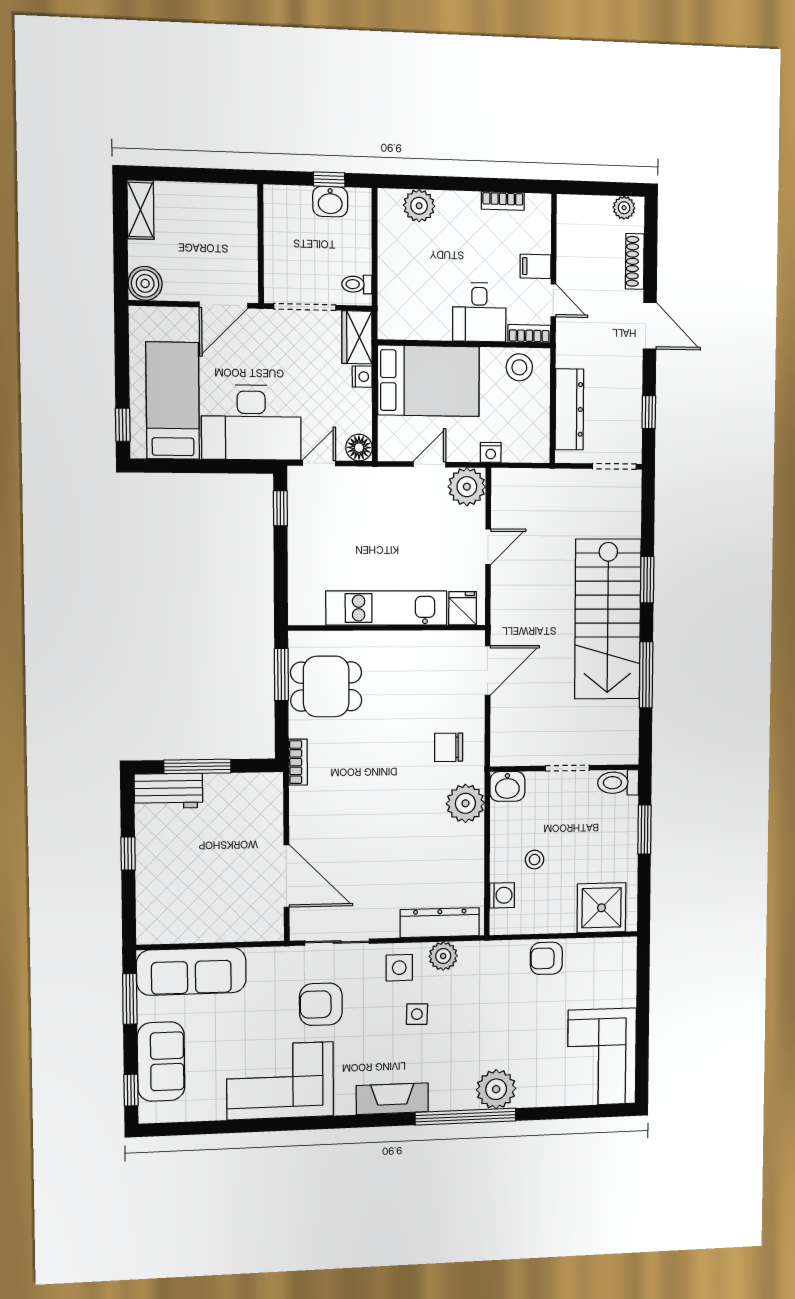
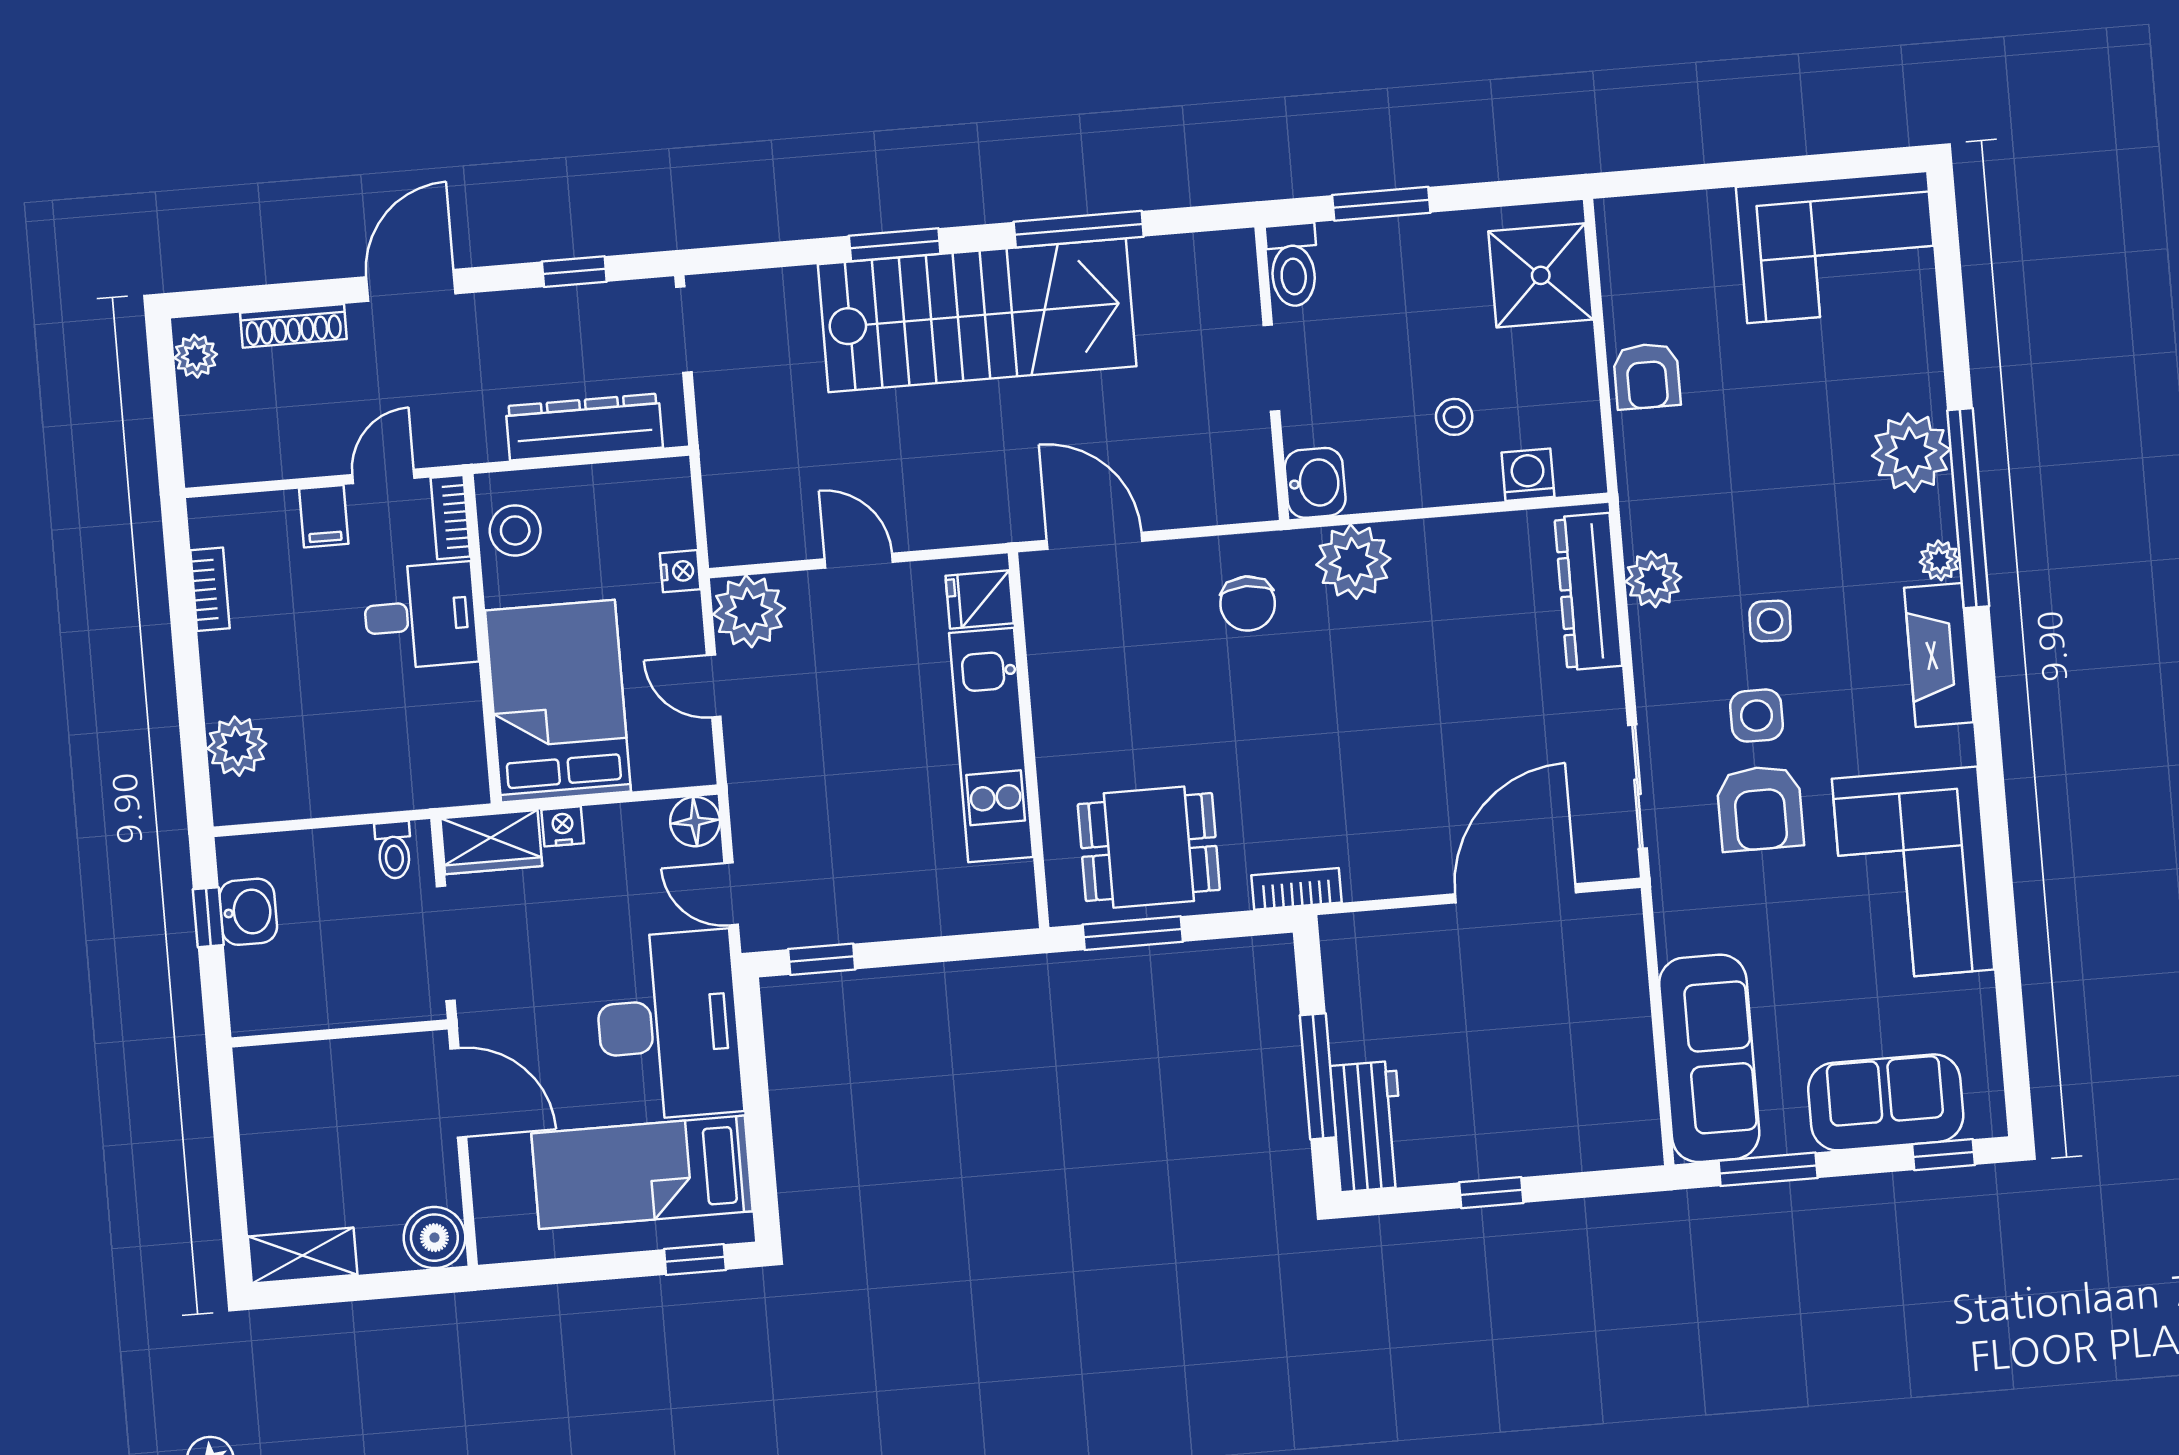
dining table: (326, 686) -> (1149, 847), turned 90
side table: (399, 968) -> (1757, 716), moved
plant: (440, 1101) -> (1940, 560), added

